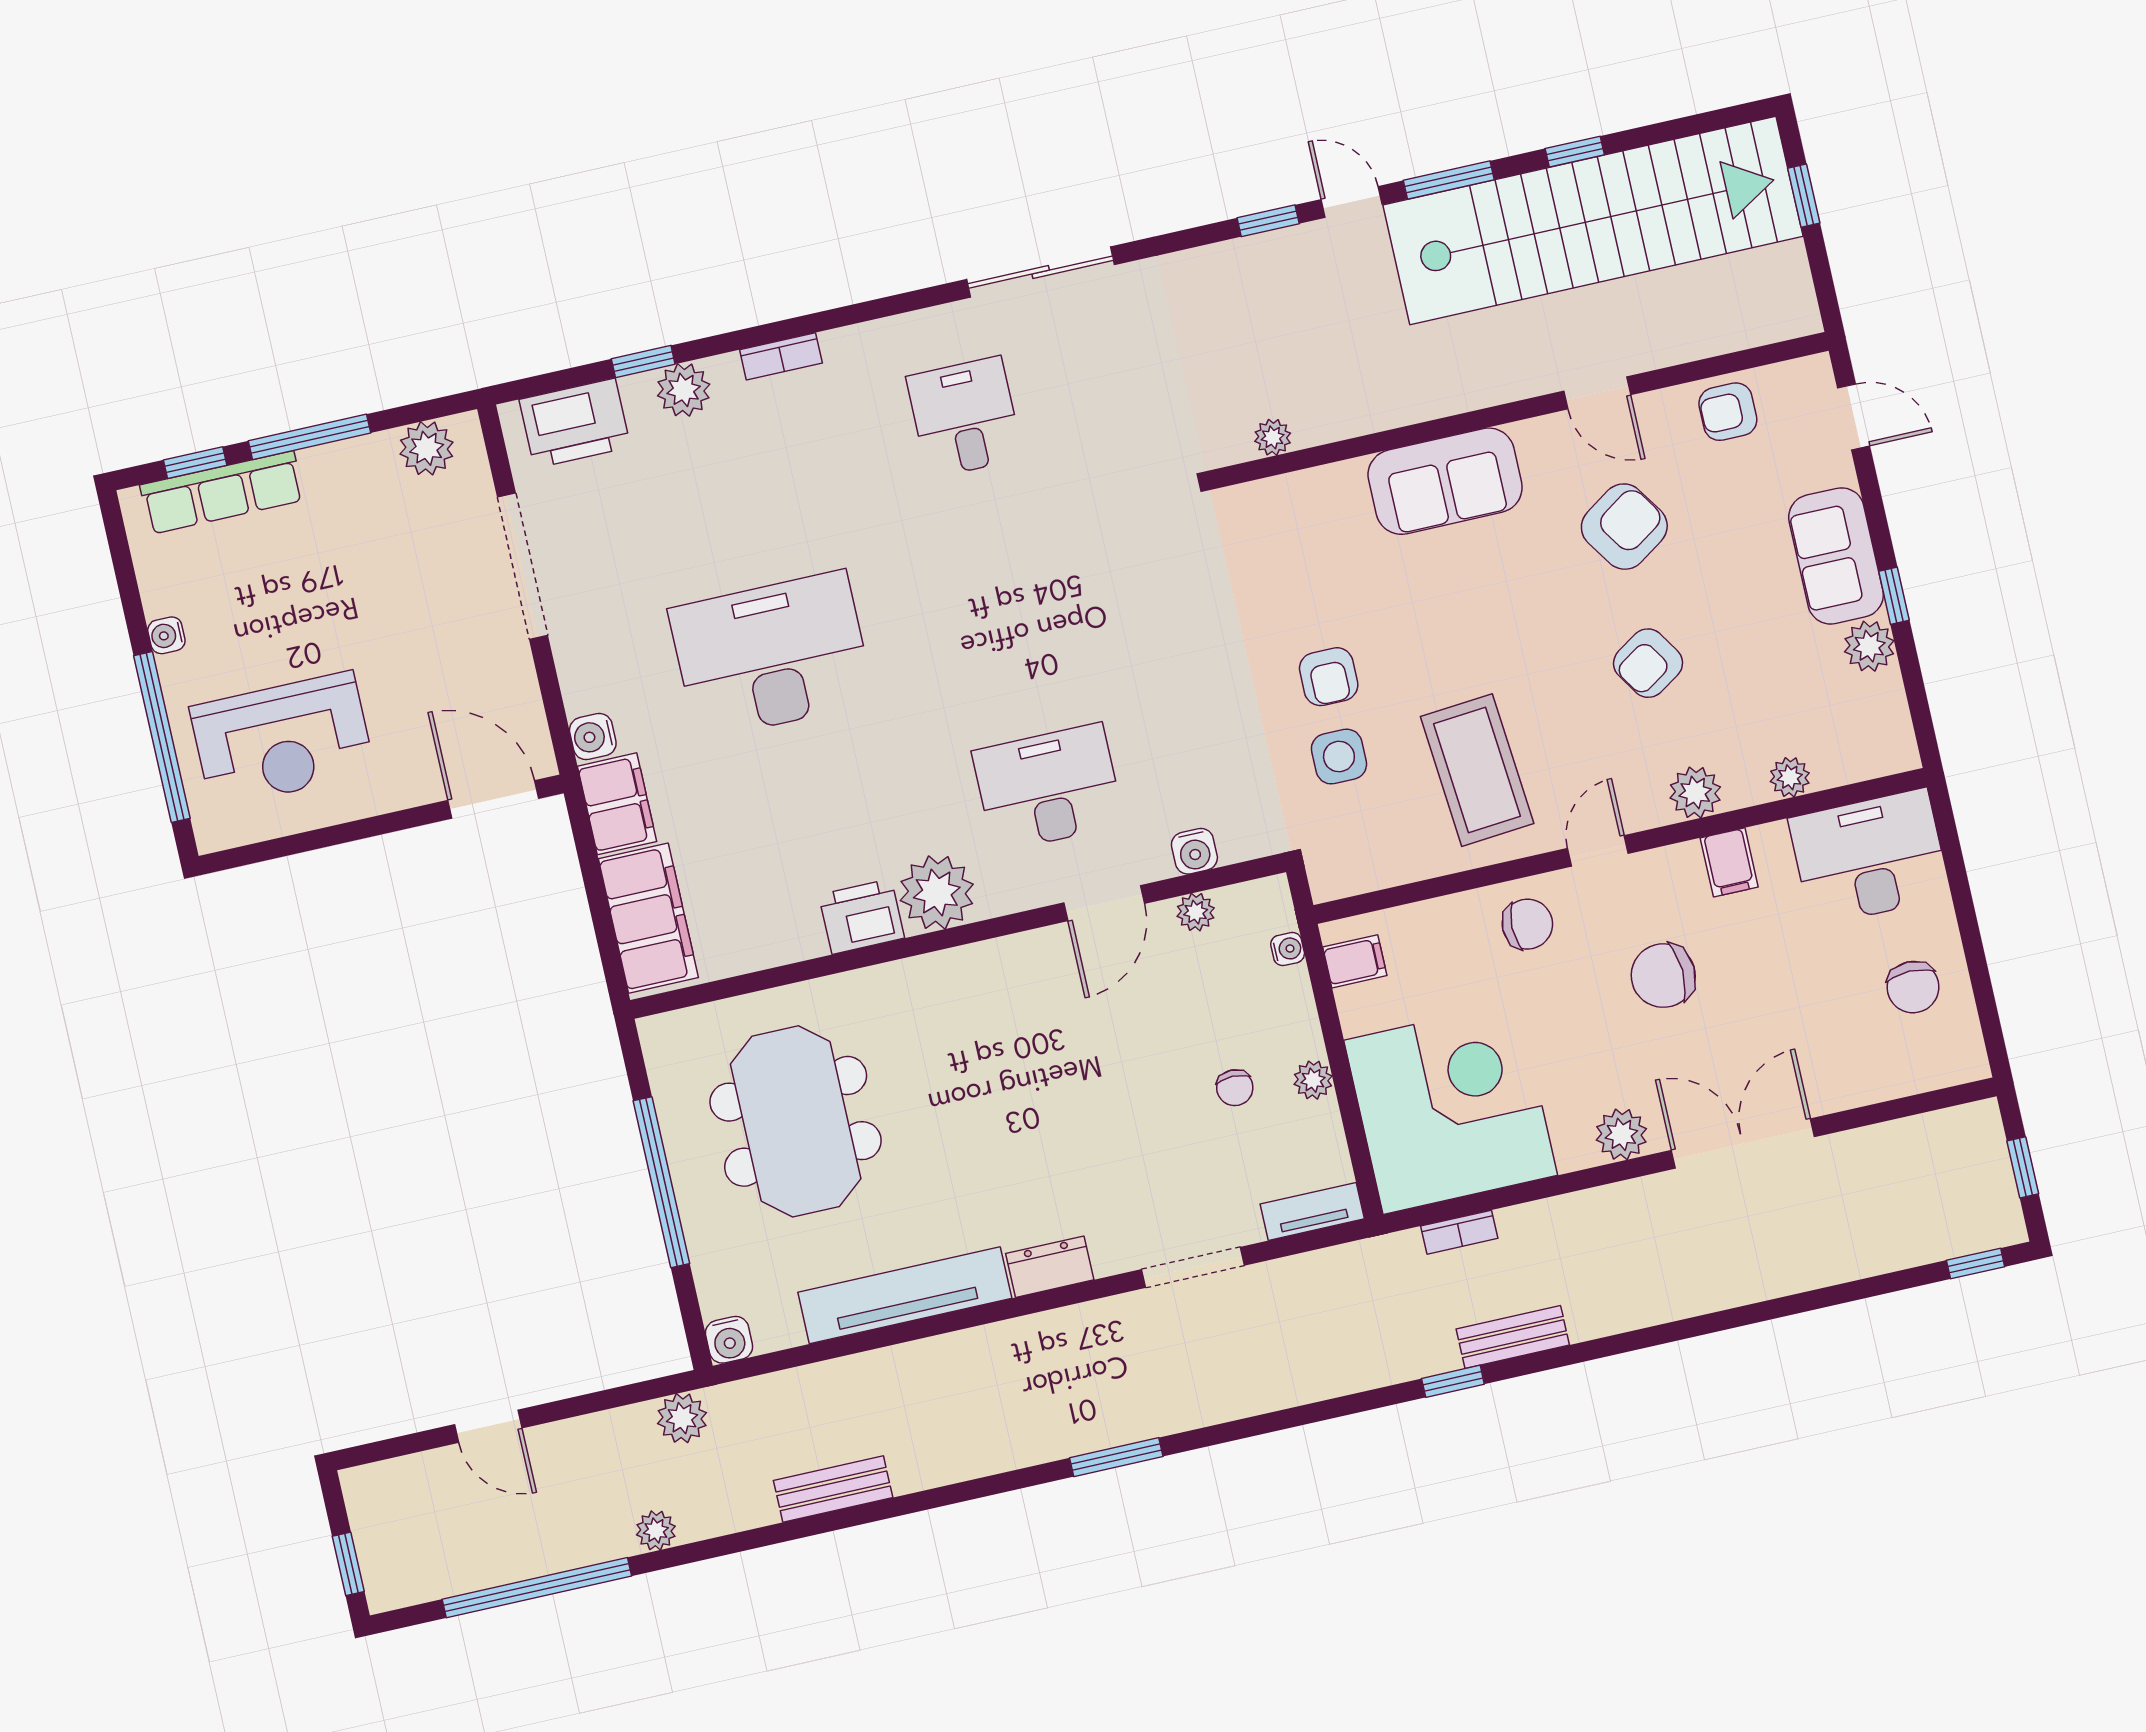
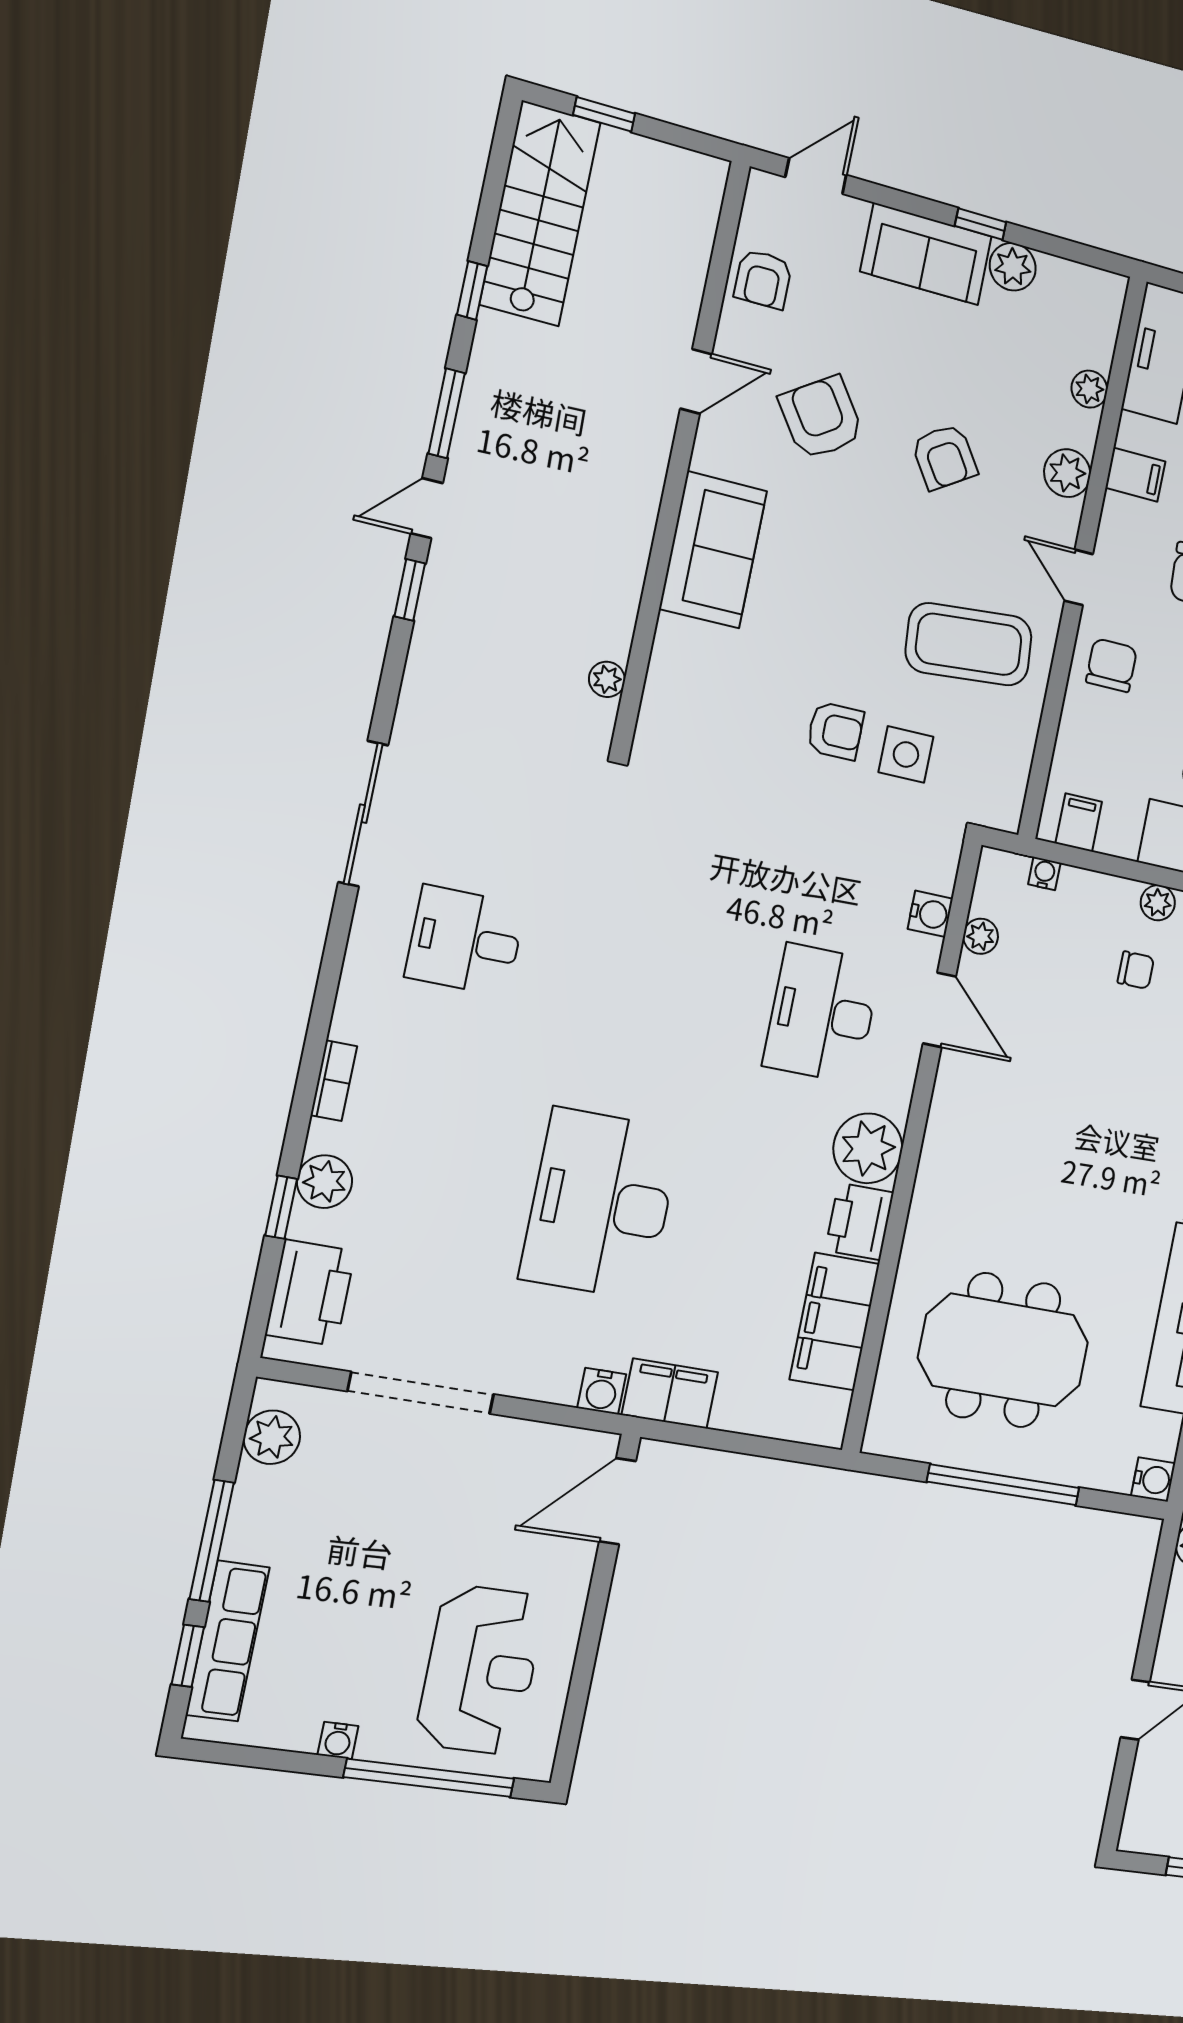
stairs: (1593, 221) -> (540, 213), width x0.54, depth x0.66
filing cabinet: (648, 918) -> (835, 1322), moved, turned -90

